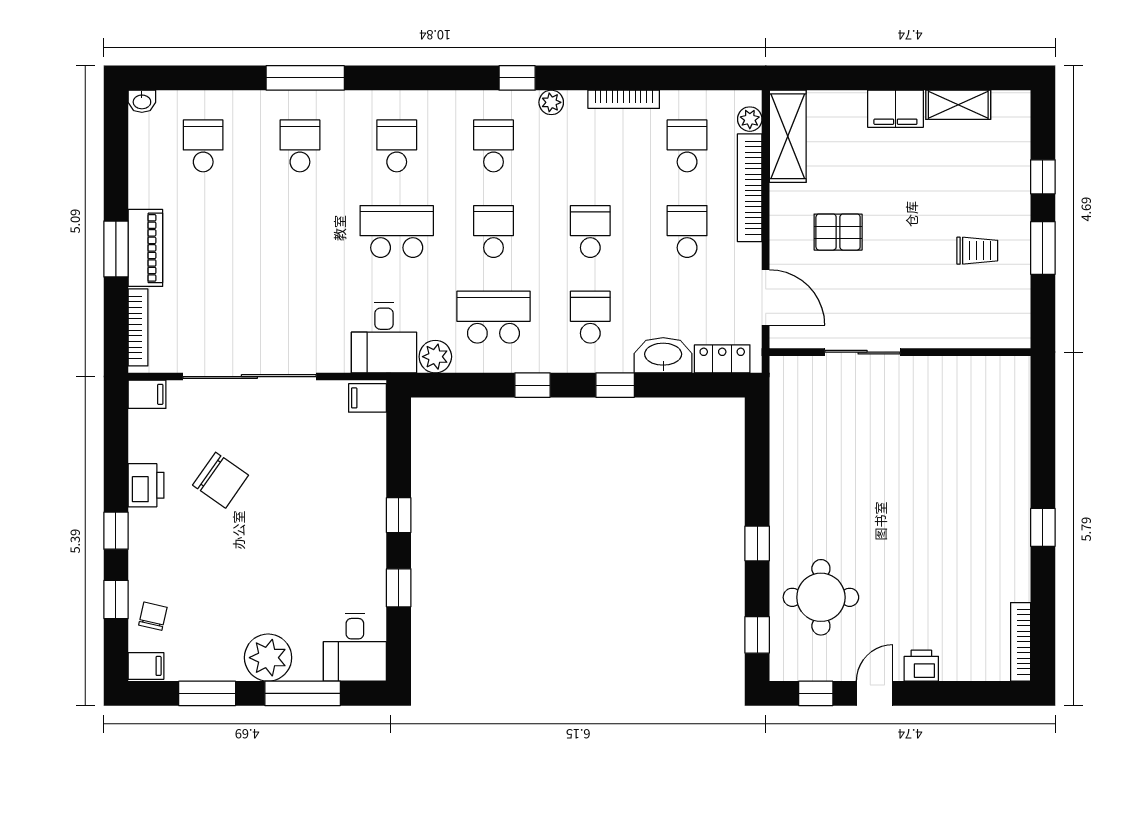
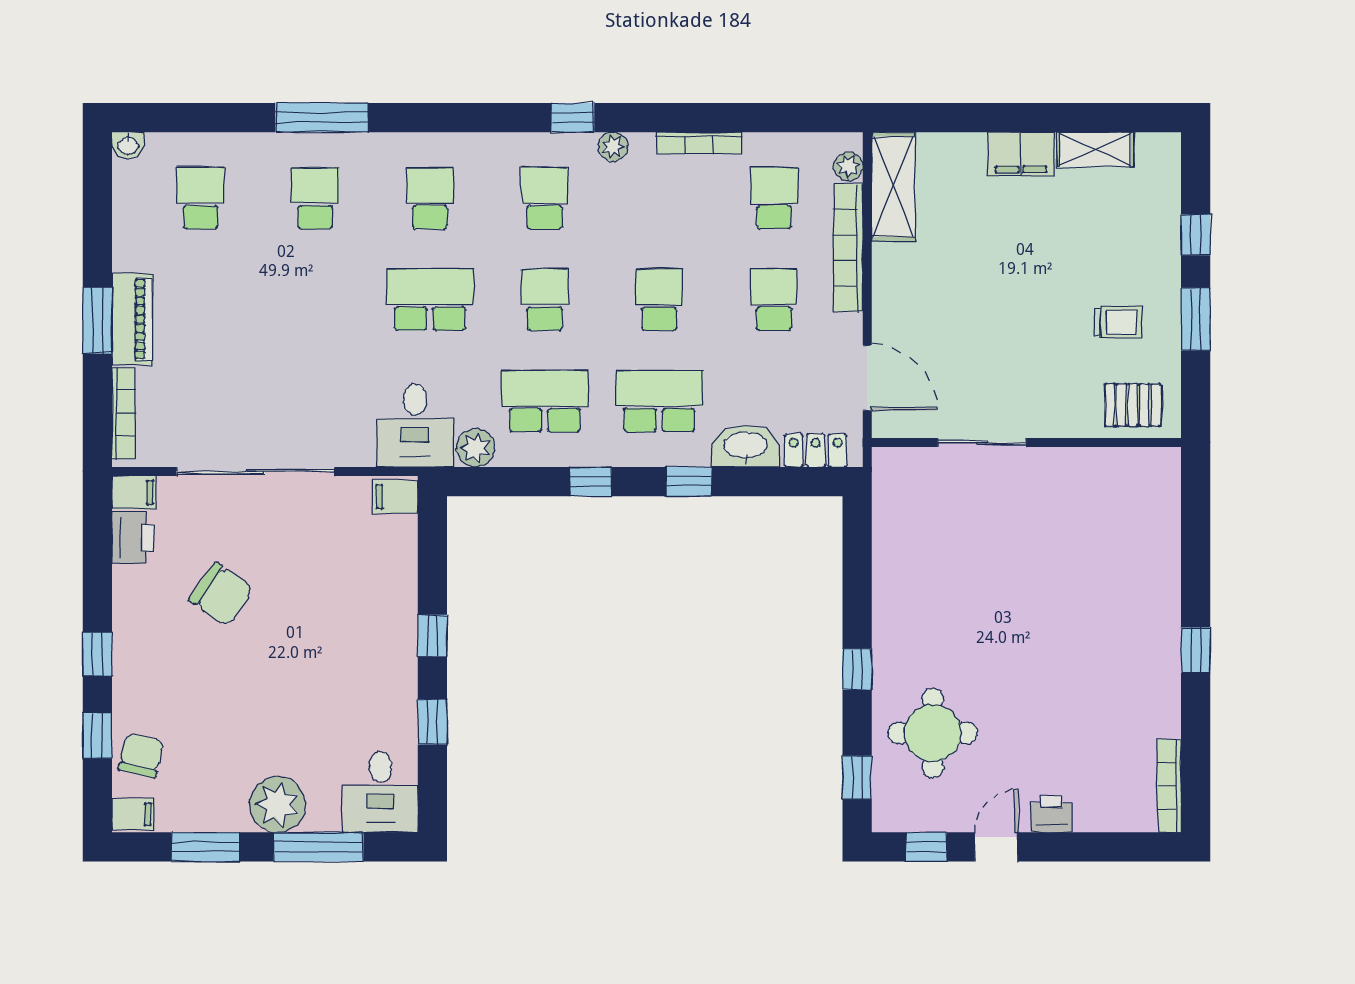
pallet: (838, 232) -> (1133, 405), moved
school desk: (590, 317) -> (659, 401), width x1.85
printer: (146, 485) -> (133, 538), moved
chair: (153, 616) -> (141, 755), width x1.37, depth x1.37

